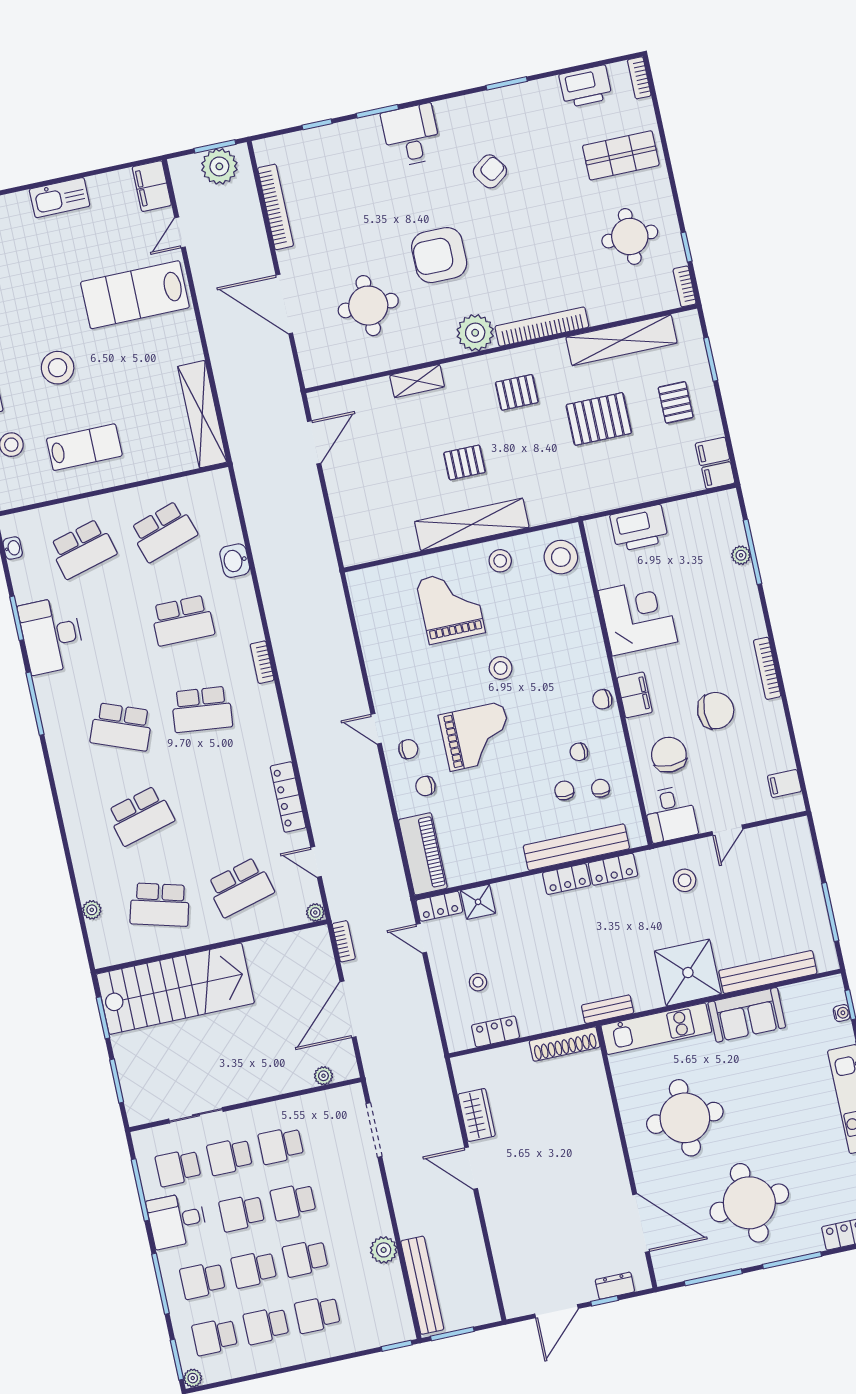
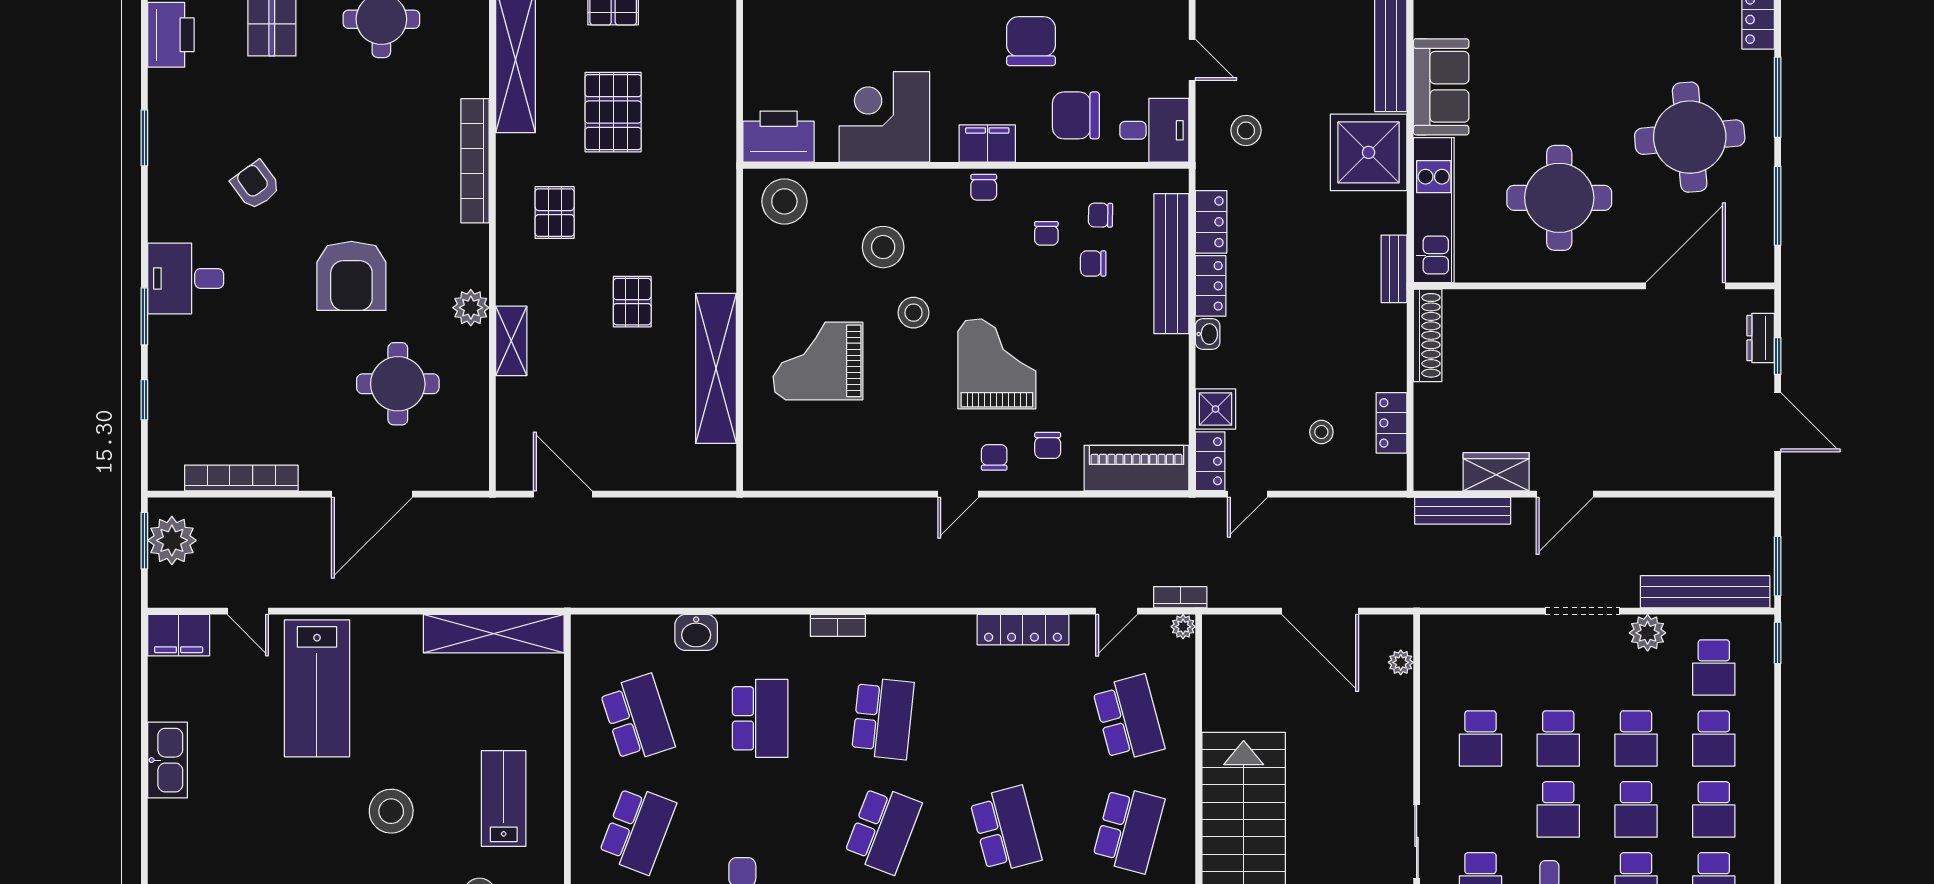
plant: (475, 333) -> (471, 308), moved, width x0.73, depth x0.73
shelving: (472, 524) -> (716, 368), moved
printer: (639, 528) -> (779, 137), moved, turned -90
school desk: (83, 549) -> (637, 829), turned 36
stool: (500, 561) -> (883, 247), moved, width x1.38, depth x1.38
washbasin: (531, 884) -> (1208, 334), added
bookcase: (344, 941) -> (1180, 597), moved
bench: (443, 1097) -> (1463, 511), added
doorway: (374, 1130) -> (1583, 611), moved
school desk: (229, 1157) -> (1714, 667), moved

